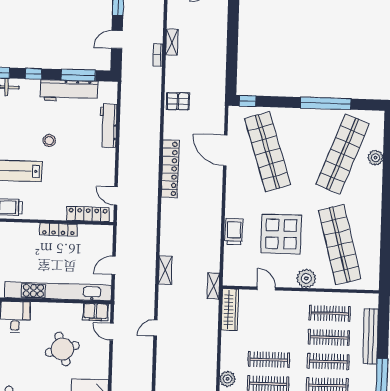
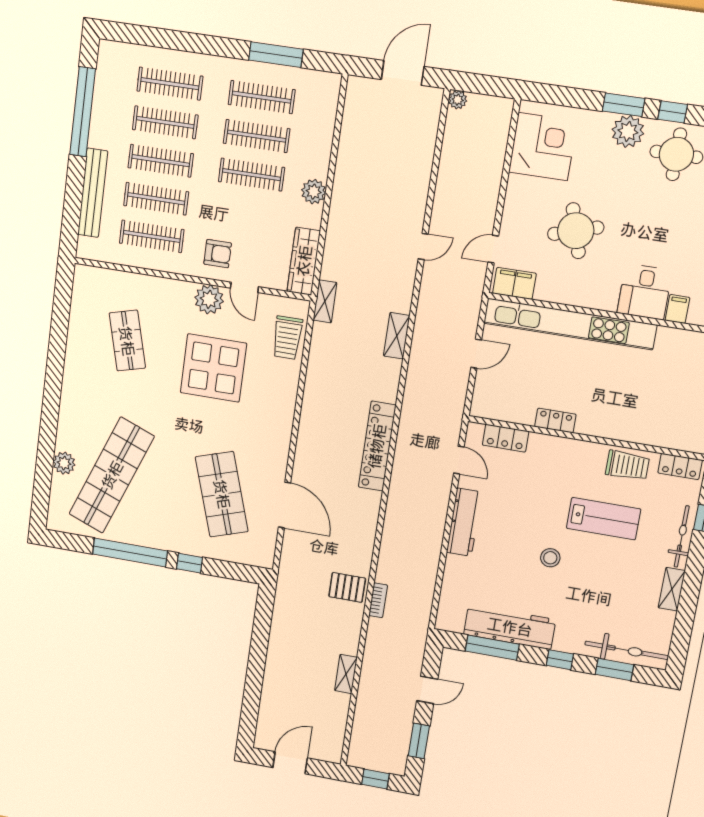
bookcase: (158, 55) -> (378, 600), moved
window: (248, 101) -> (190, 563), moved
workbench: (108, 126) -> (464, 522), moved
shop shelf: (268, 152) -> (222, 494), width x0.71
locker: (170, 169) -> (377, 446), moved
locker: (88, 214) -> (506, 438), width x0.66
locker: (58, 230) -> (555, 420), width x0.66
trolley: (234, 232) -> (287, 338), moved
shop shelf: (340, 245) -> (127, 341), width x0.50, depth x0.74
plant: (306, 278) -> (209, 299), moved
armchair: (286, 308) -> (218, 254), added
door: (112, 332) -> (493, 249), swing flipped
plant: (227, 379) -> (314, 192), moved

